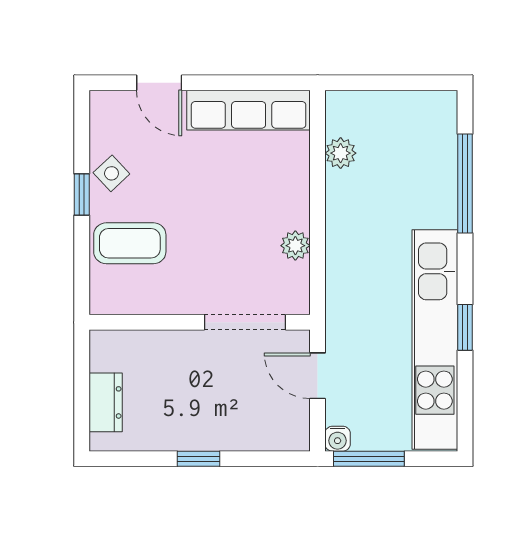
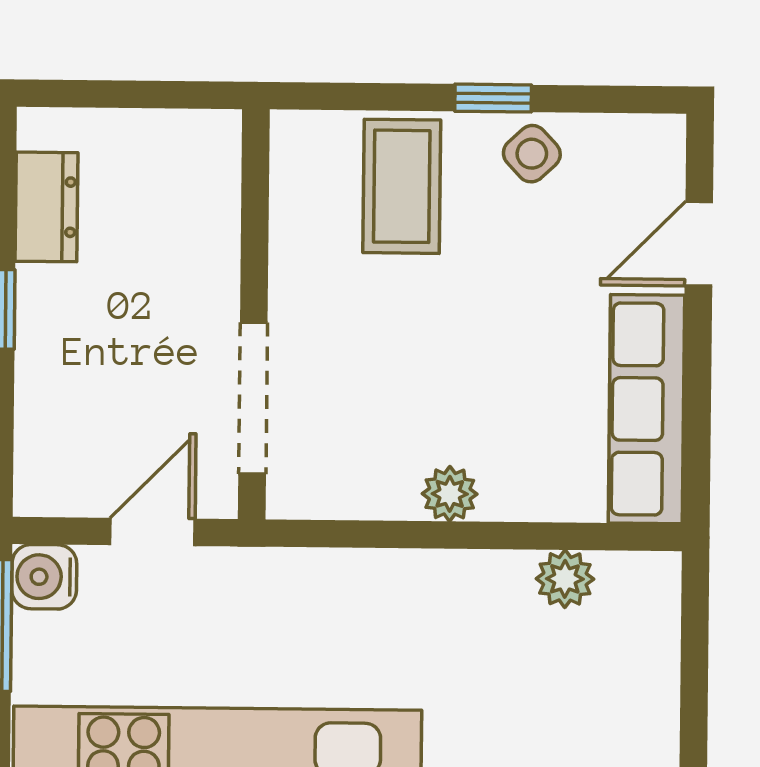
plant: (295, 246) -> (450, 494), moved
dresser: (106, 402) -> (46, 207), moved, turned -90
water cooler: (338, 439) -> (44, 577), width x1.38, depth x1.38

